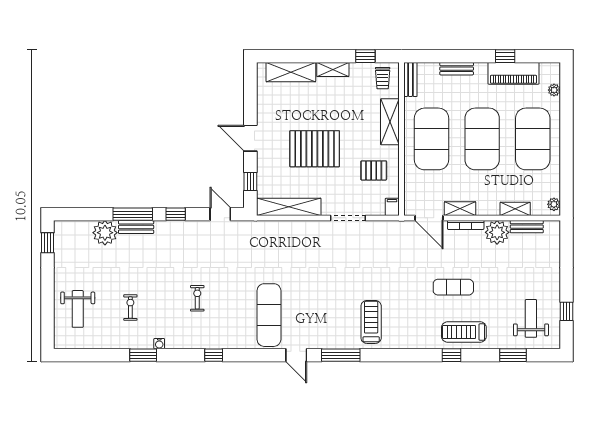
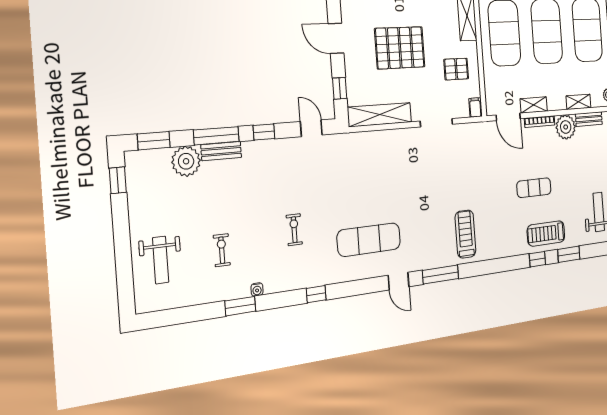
window: (79, 214) -> (154, 141), added
exercise mat: (269, 315) -> (369, 240), turned 90
window: (513, 355) -> (569, 254), moved

